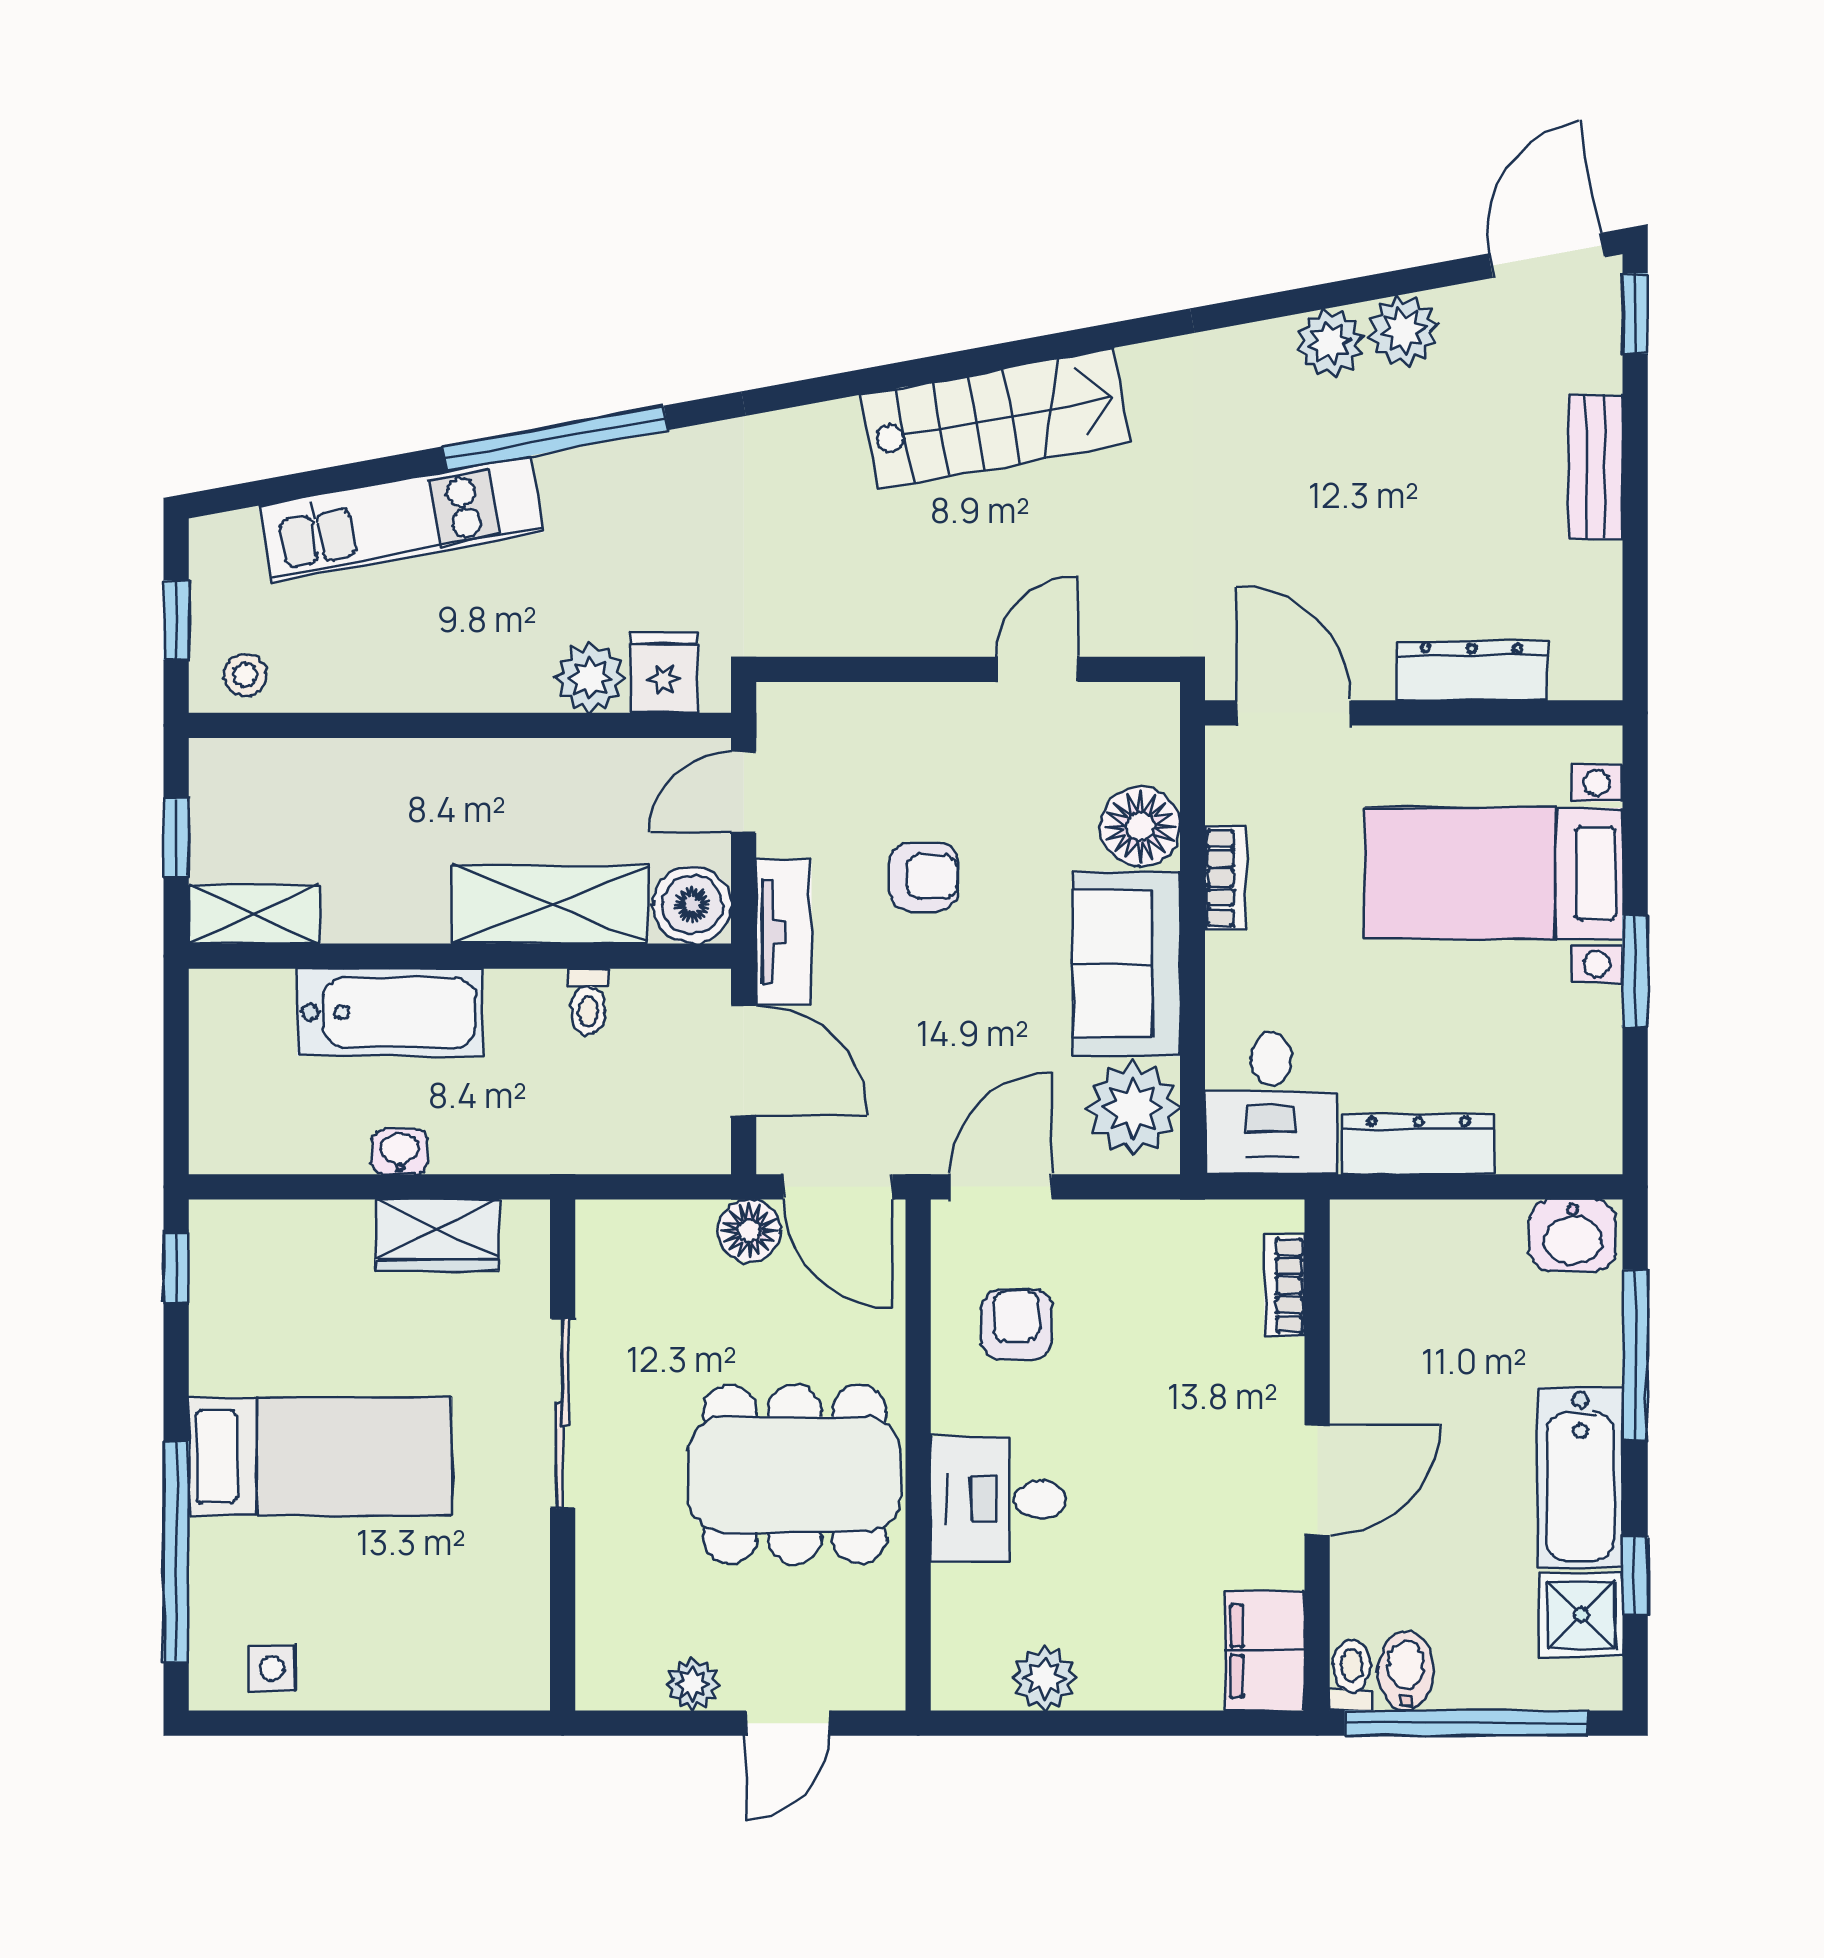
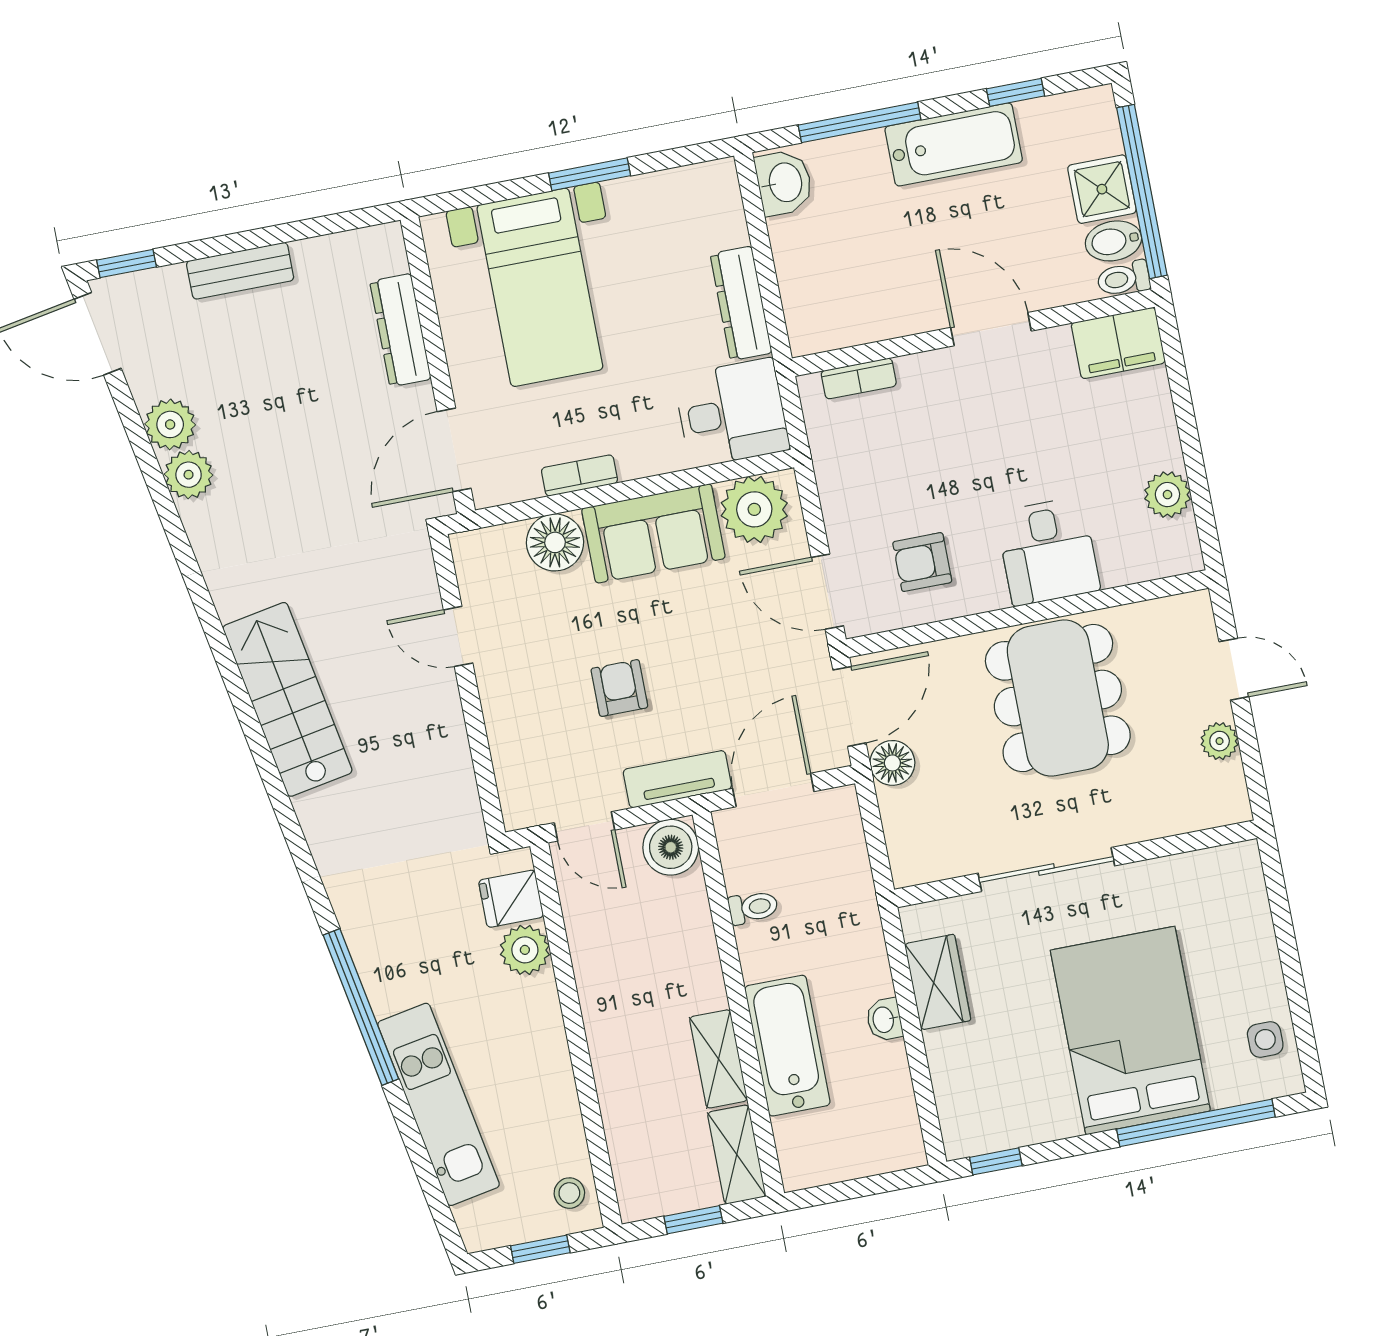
shelving: (551, 905) -> (718, 1059), moved, width x0.67, depth x0.75
bed: (320, 1456) -> (1130, 1031), width x1.50
shower: (1581, 1615) -> (1102, 189), moved

